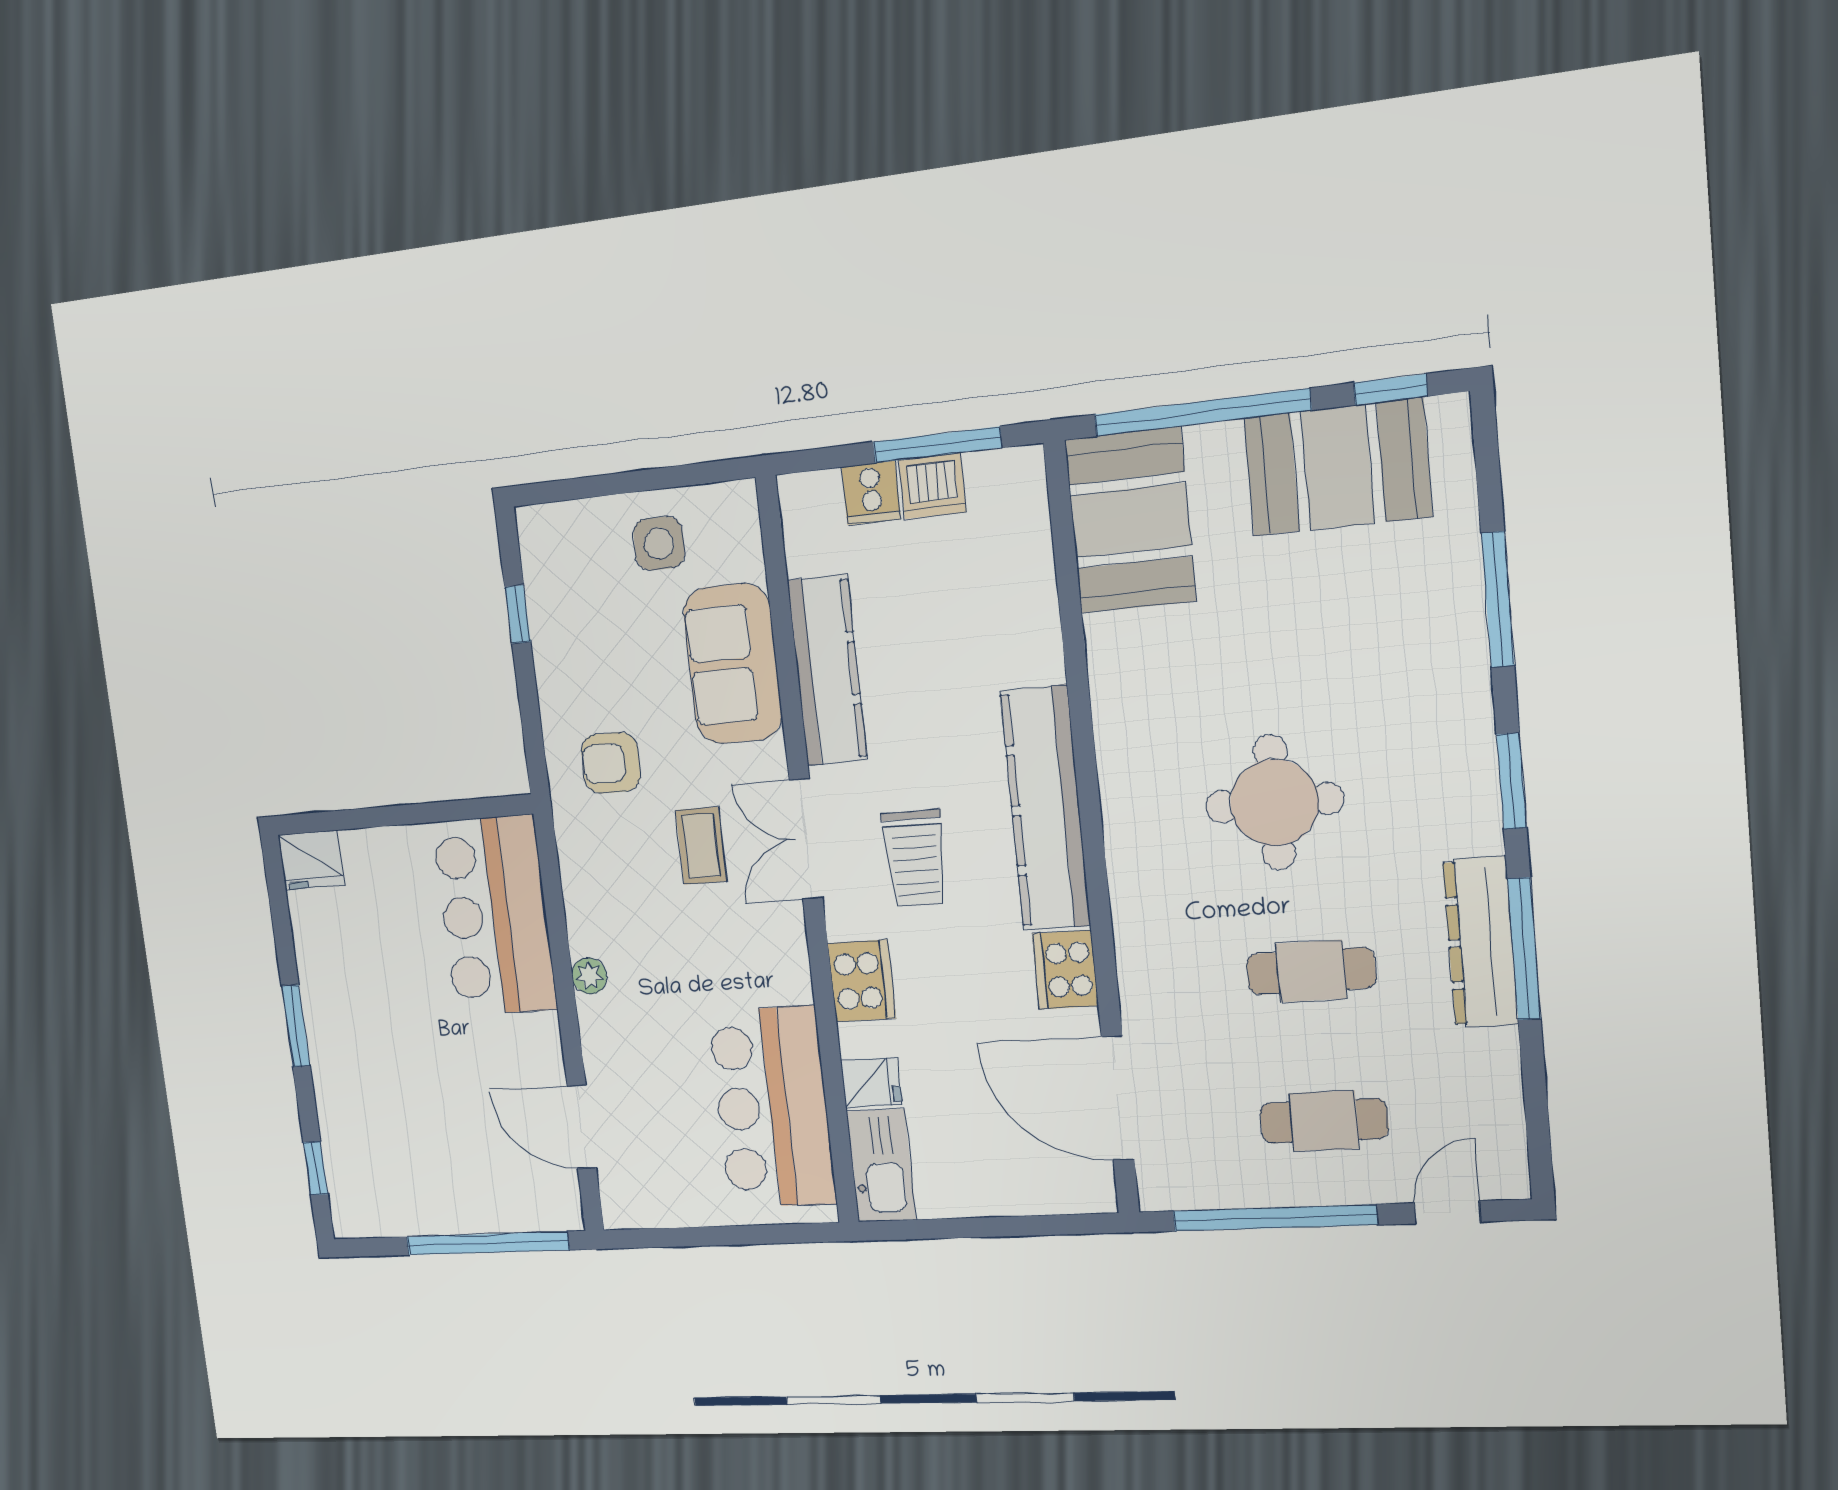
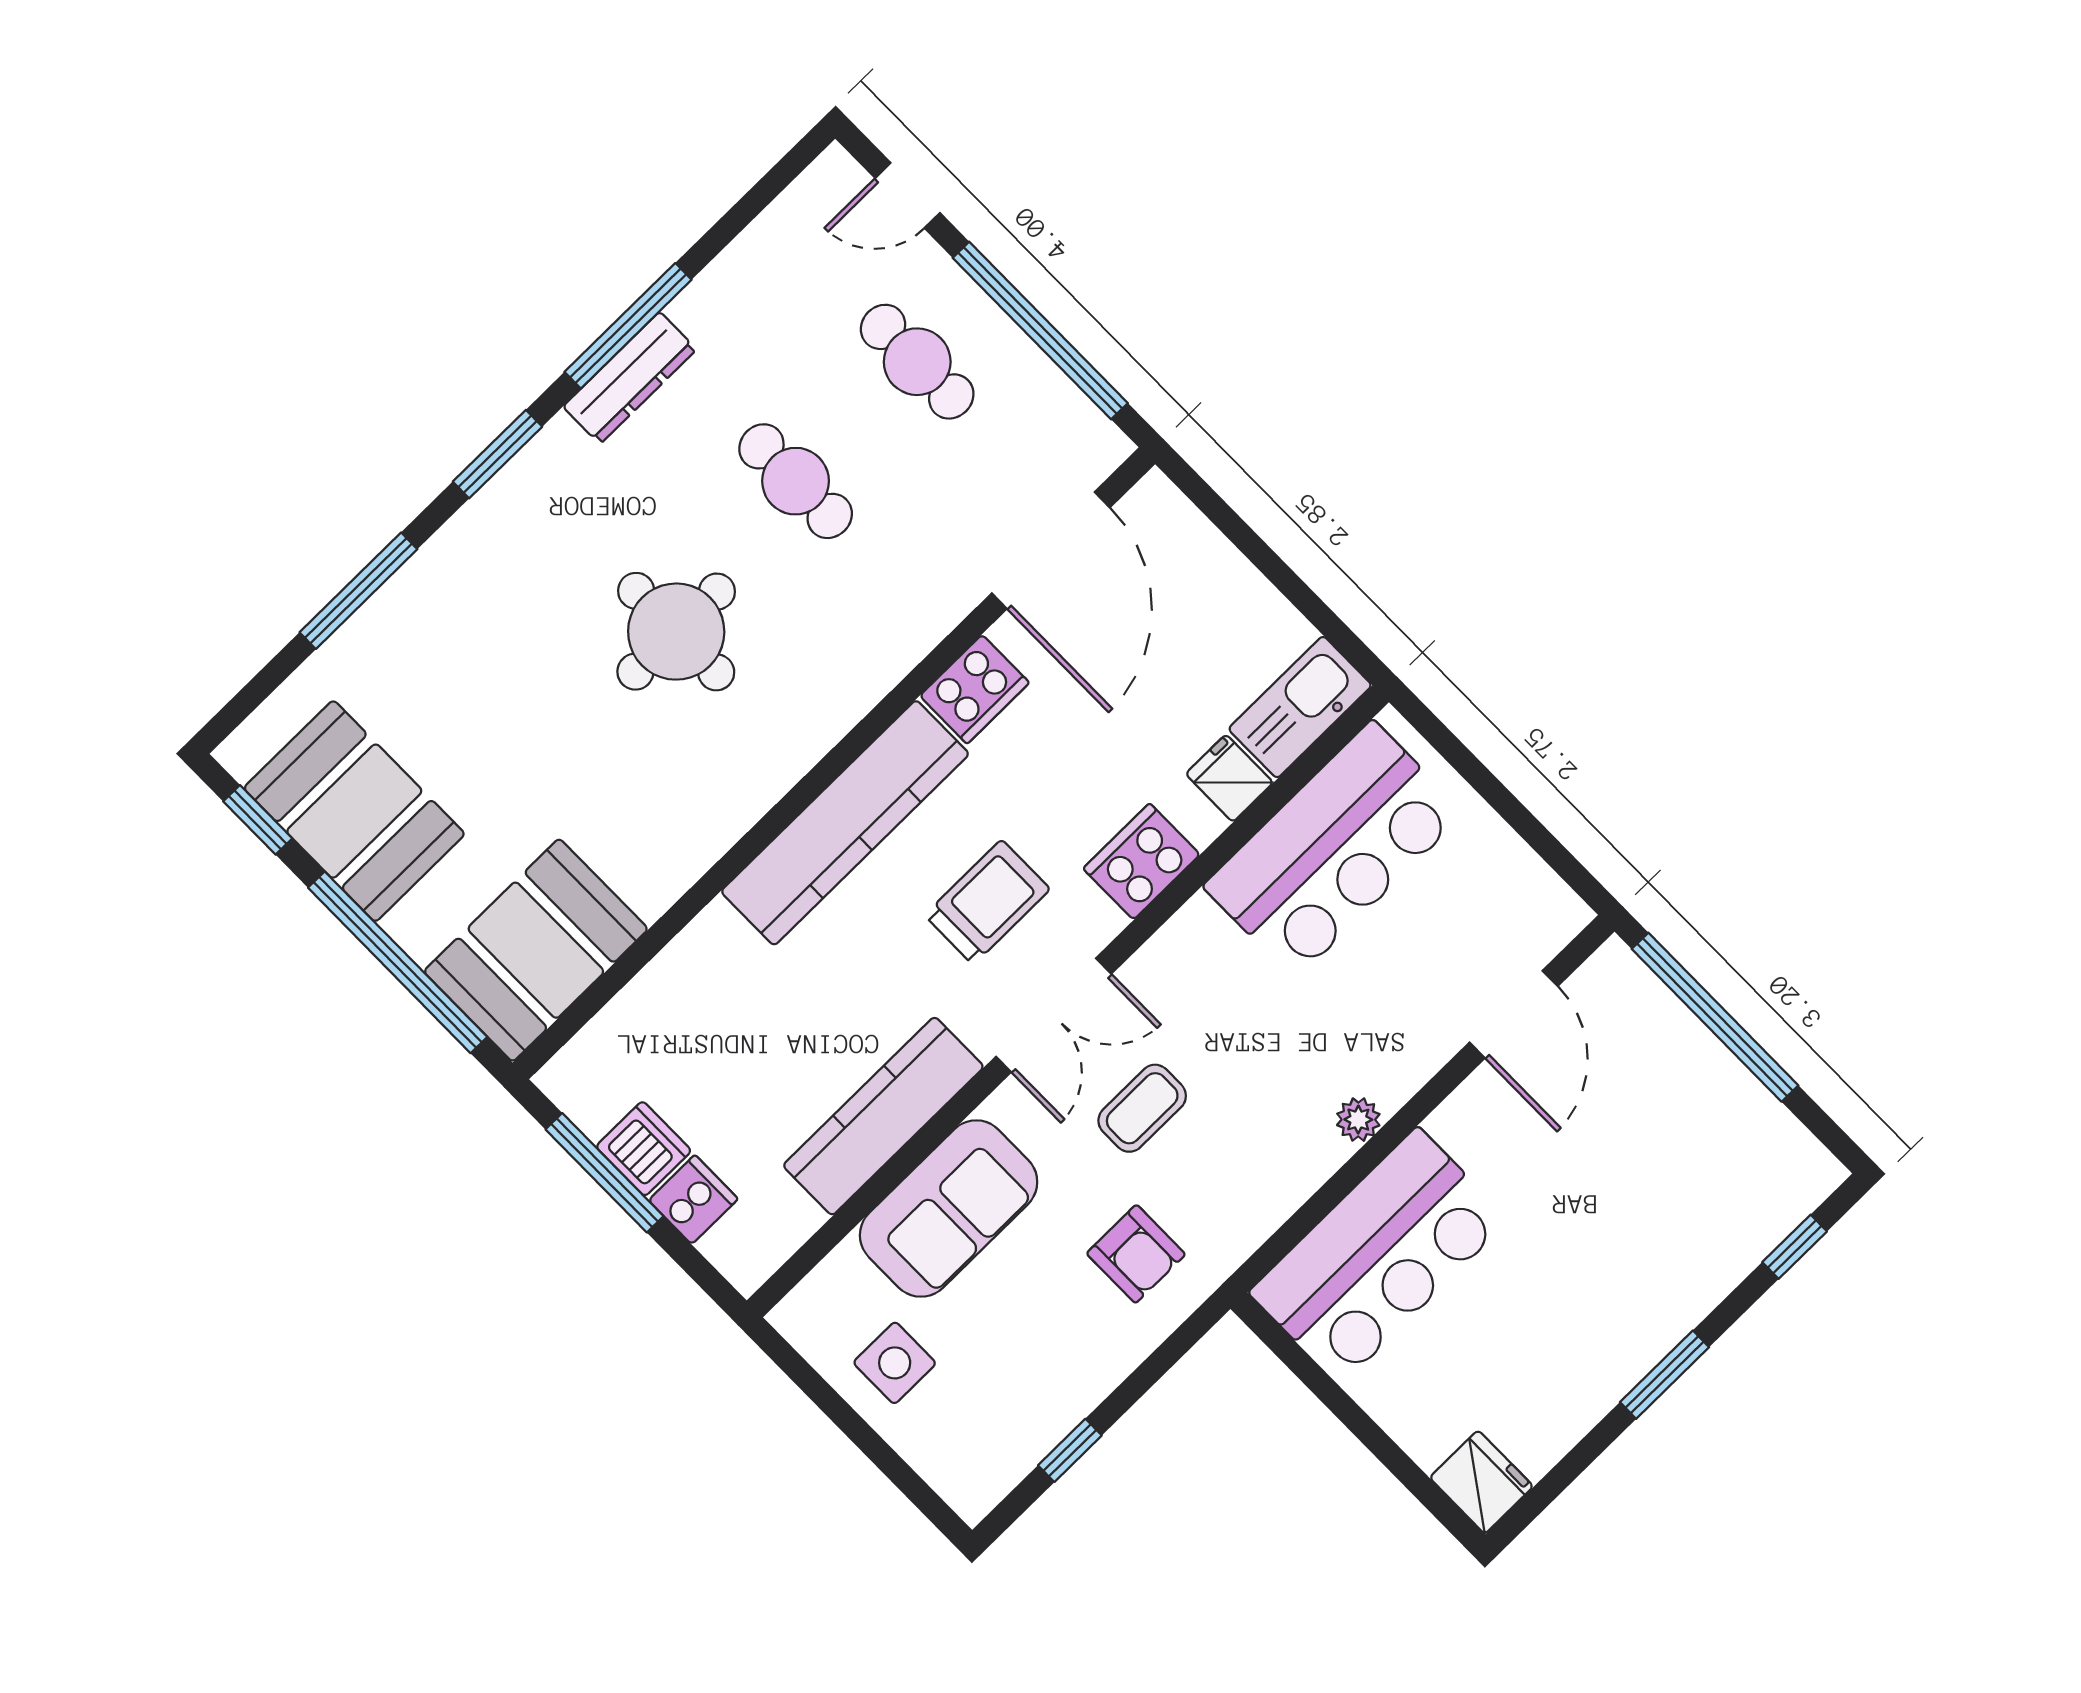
dresser: (1481, 942) -> (630, 378), width x0.73, depth x0.80

